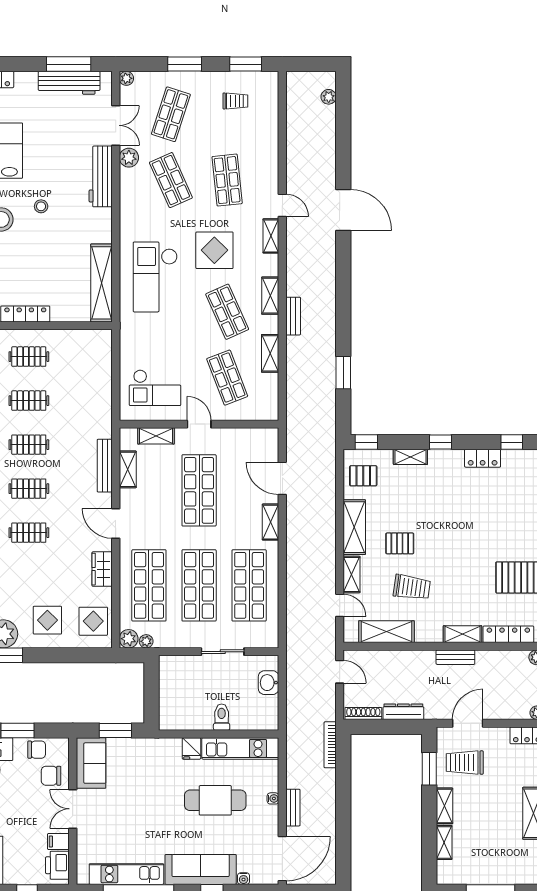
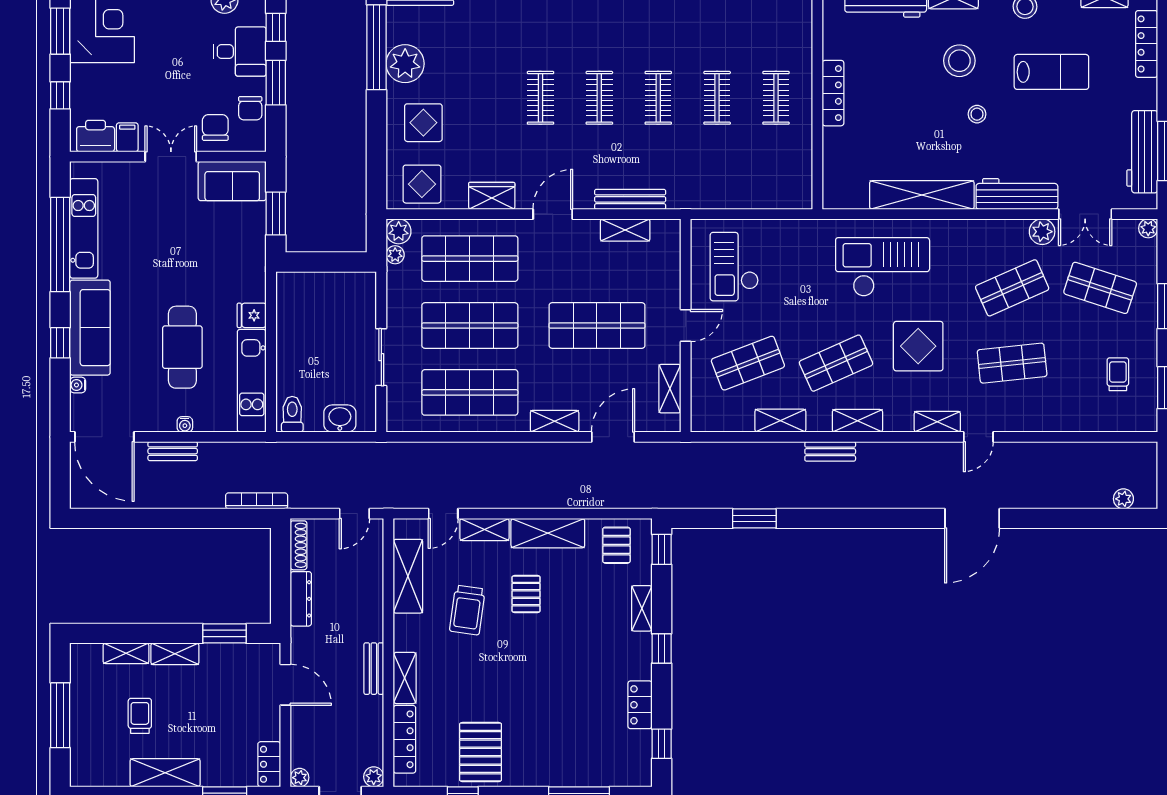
trolley: (235, 101) -> (1118, 374), turned 180
shelving: (101, 283) -> (922, 195), moved
shelving: (156, 436) -> (670, 389), moved
toilet: (222, 717) -> (292, 414), moved, turned -90
trolley: (465, 763) -> (140, 716), moved, width x0.73, depth x0.72

